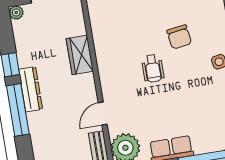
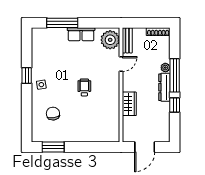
plant: (16, 13) -> (165, 68), moved
chair: (179, 37) -> (53, 114), moved

